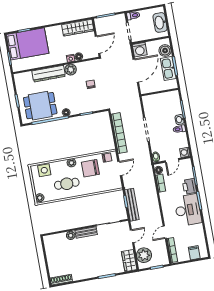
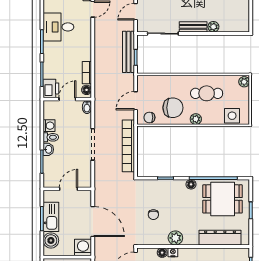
door: (136, 71) -> (93, 222), swing flipped
dresser: (49, 74) -> (220, 238), moved
door: (159, 92) -> (68, 189), added
washing machine: (185, 152) -> (49, 126), moved
printer: (189, 186) -> (51, 88), moved
desk: (188, 210) -> (58, 27), width x0.73

